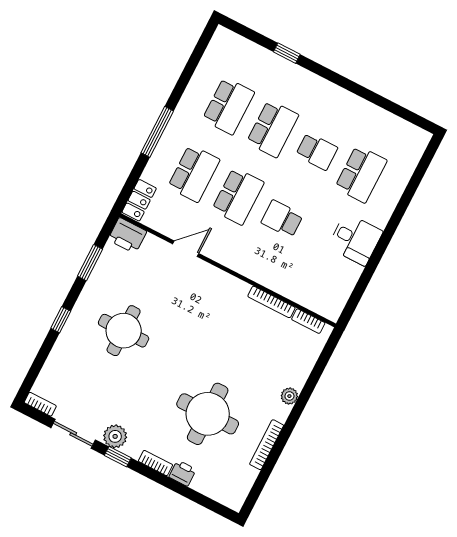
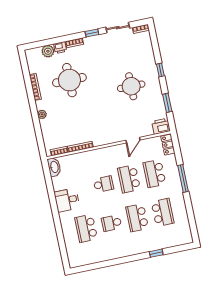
school desk: (228, 106) -> (163, 212), turned 180
washbasin: (335, 303) -> (54, 167), added
plant: (115, 436) -> (48, 51), moved

